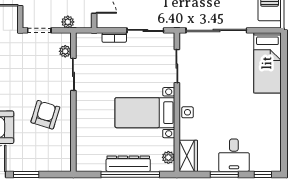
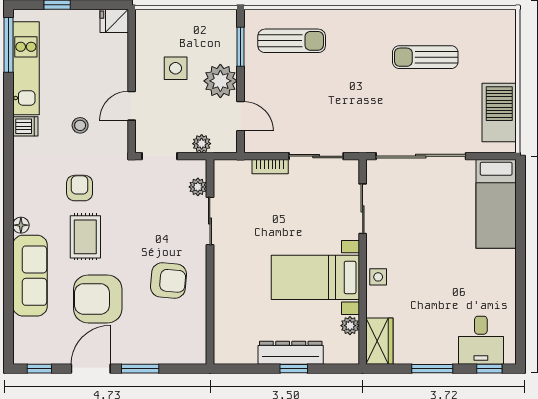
armchair: (45, 115) -> (168, 280), turned 78
desk: (234, 155) -> (481, 340), moved
plant: (168, 157) -> (350, 326), moved
window: (130, 174) -> (294, 369), width x0.32

